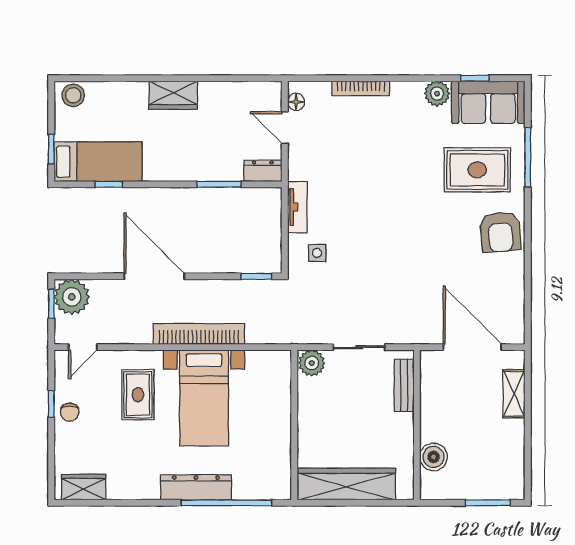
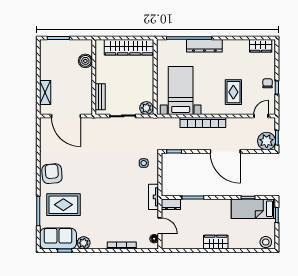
tv unit: (297, 207) -> (154, 197), moved
bed with nightstands: (204, 398) -> (181, 90), moved

